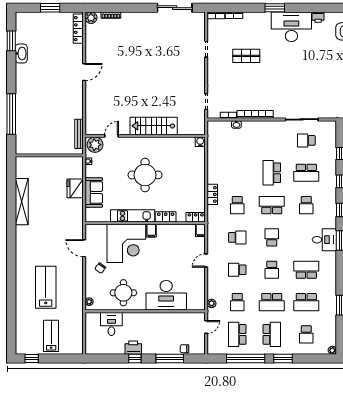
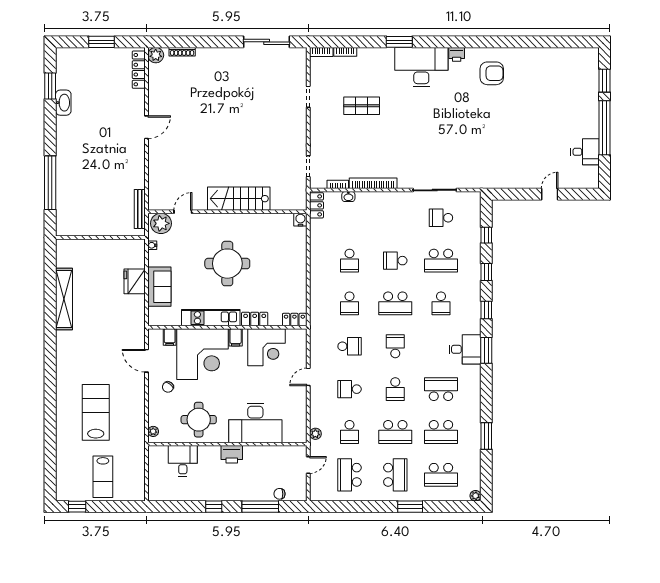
school desk: (237, 173) -> (350, 261), added
school desk: (272, 173) -> (395, 261), width x0.54
locker: (212, 194) -> (316, 205), moved
school desk: (272, 205) -> (395, 303), turned 180
filing cabinet: (200, 230) -> (170, 337), moved
corner desk: (175, 238) -> (266, 347), added
school desk: (306, 334) -> (441, 475), width x1.85
lab bench: (51, 336) -> (103, 477), turned 180
printer: (133, 348) -> (232, 454), moved, turned 180
window: (246, 358) -> (361, 507), removed

